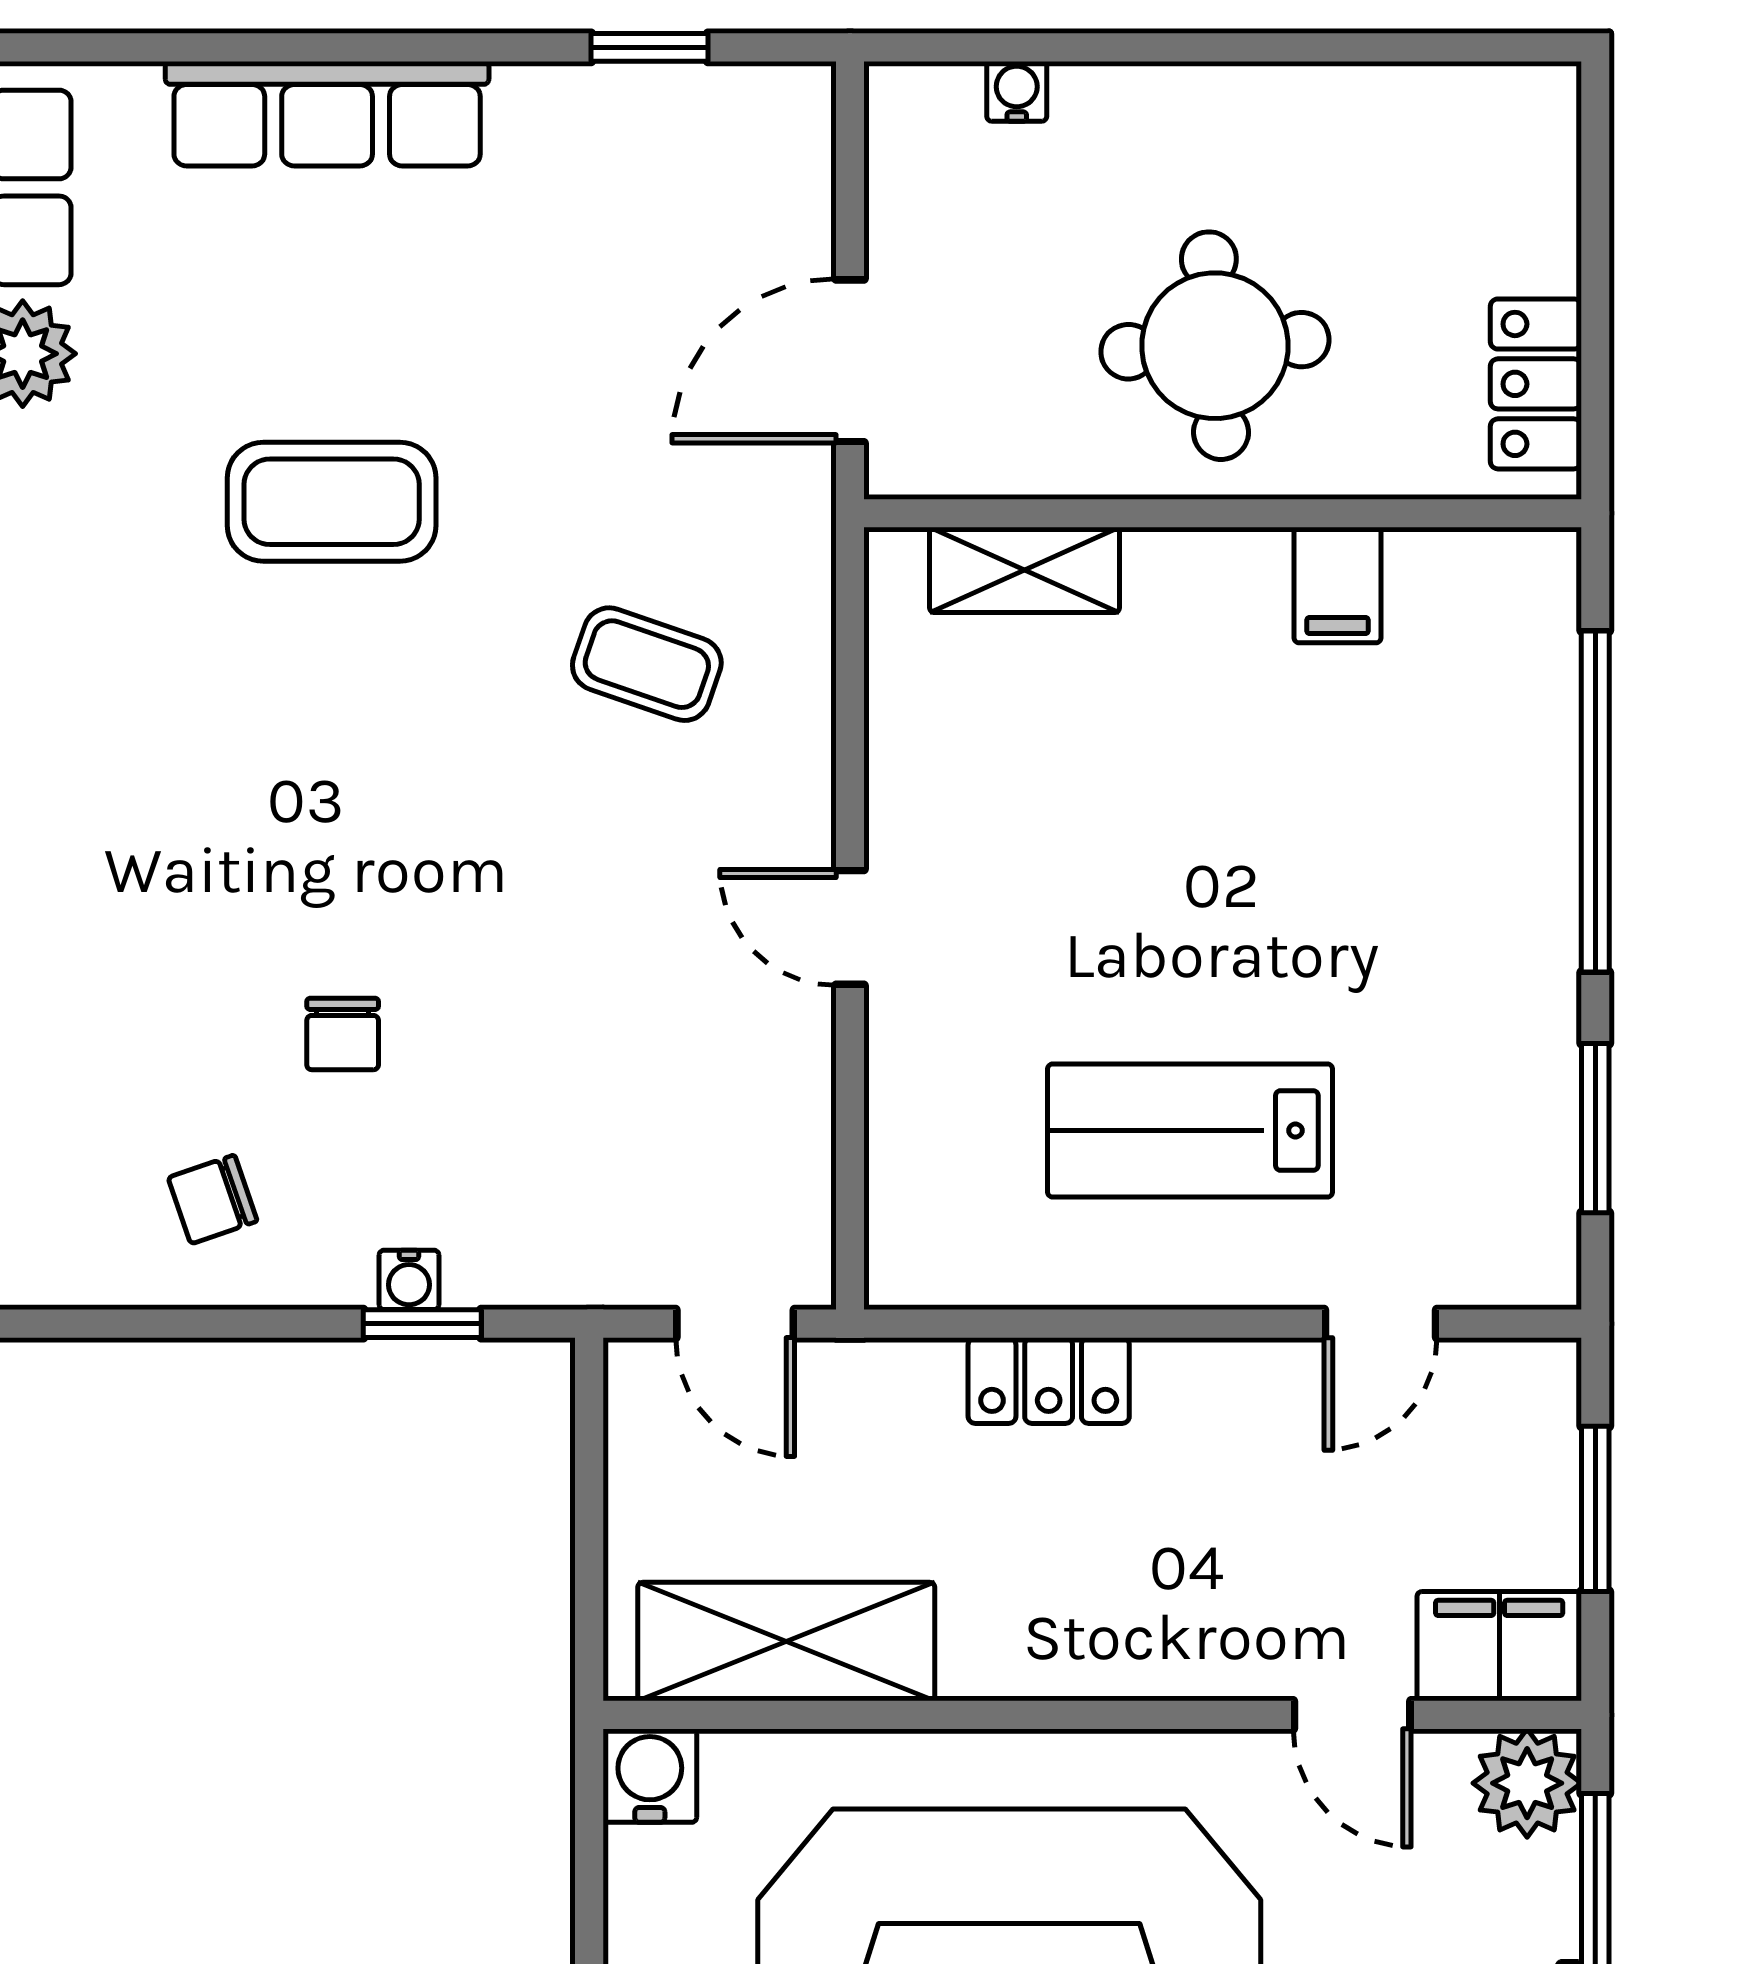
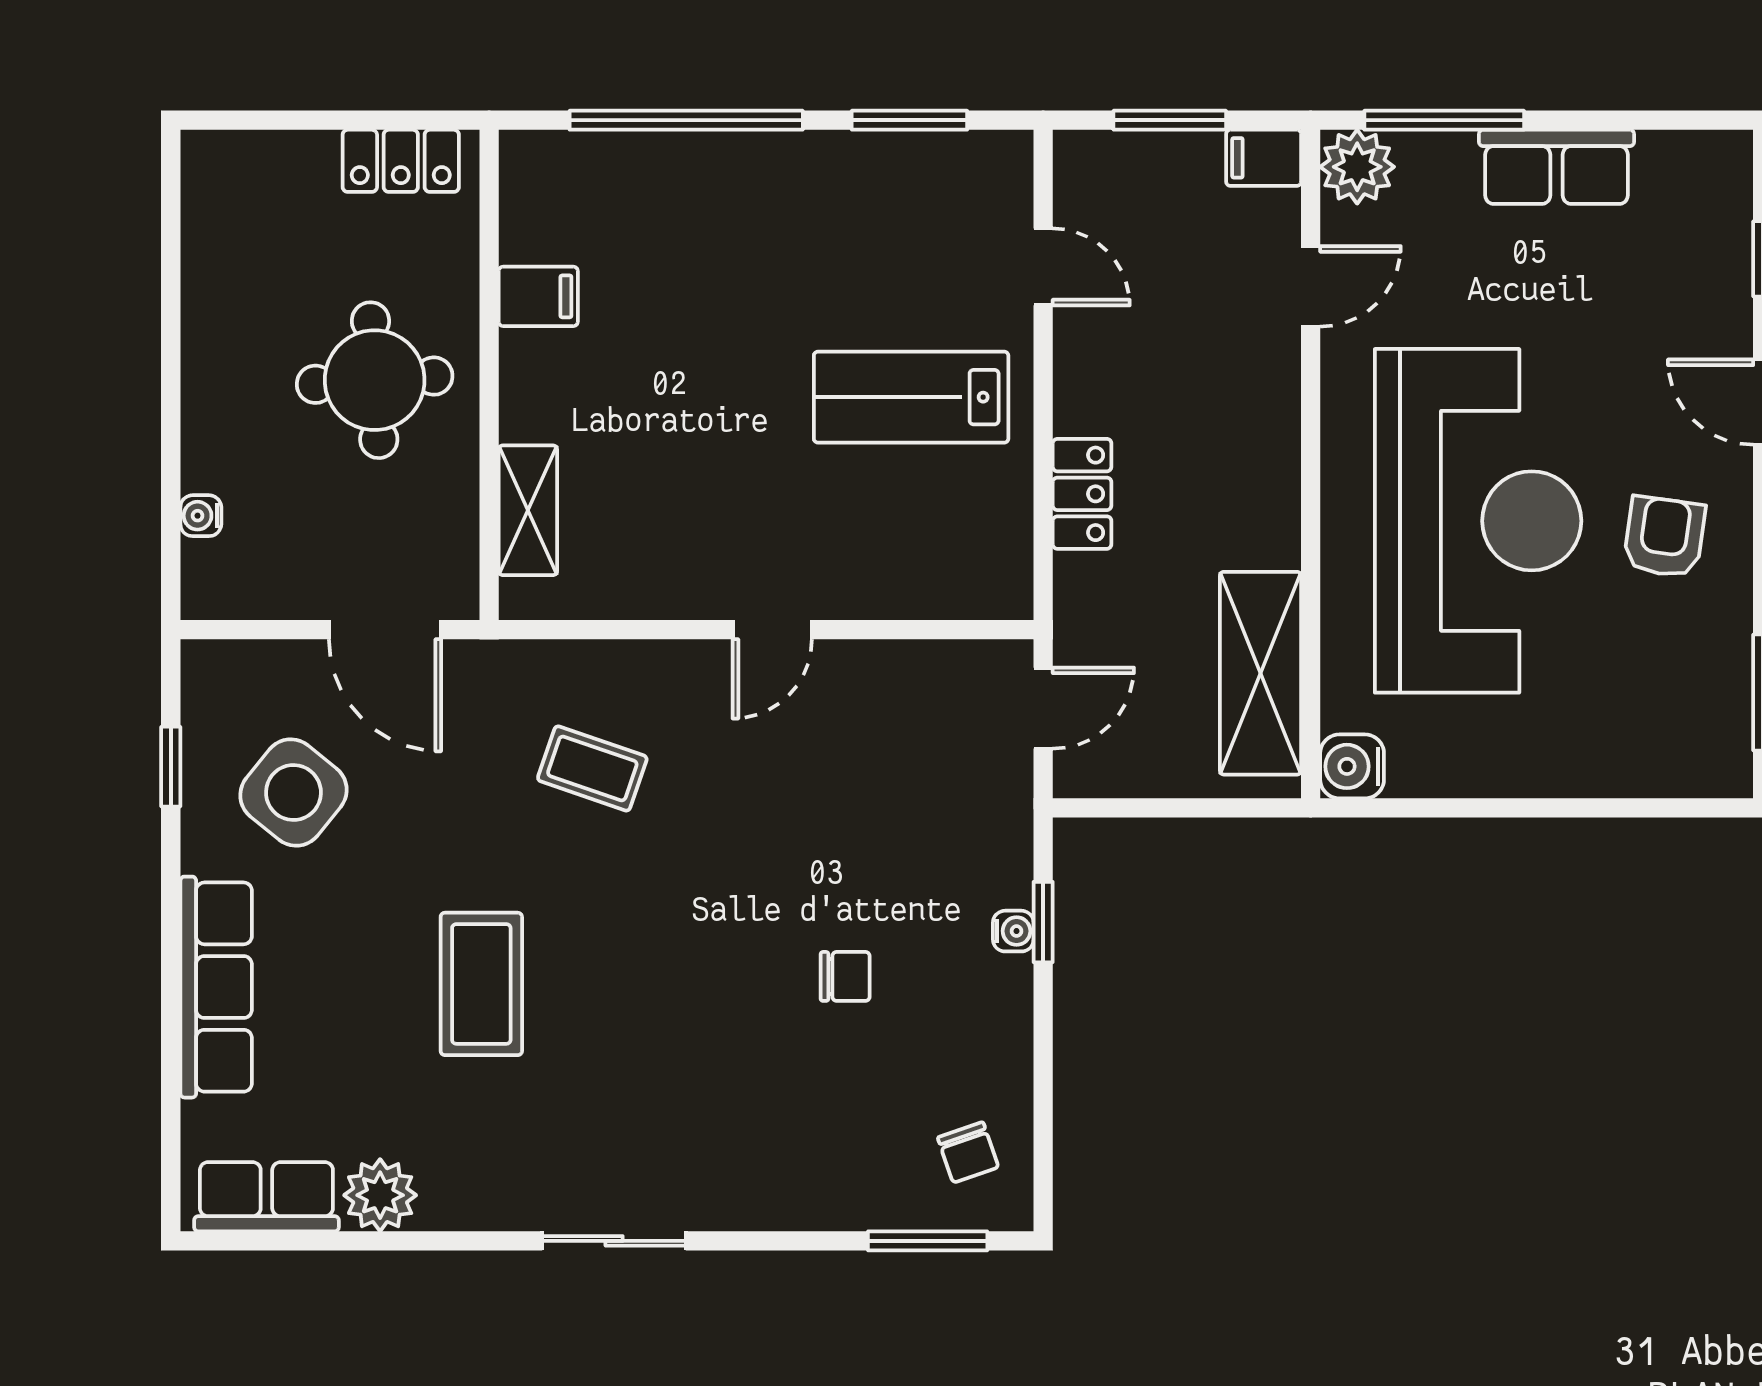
side table: (612, 227) -> (293, 793), added
coffee table: (647, 664) -> (592, 768), turned 90
lab bench: (1190, 1131) -> (911, 397), turned 90
chair: (213, 1199) -> (968, 1152), moved
filing cabinet: (1499, 1646) -> (1264, 158), width x0.50

